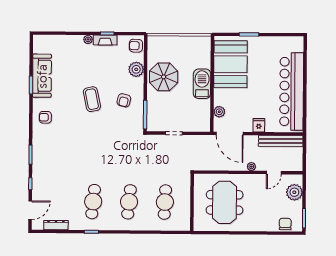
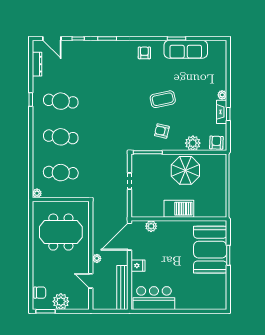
booth: (230, 64) -> (210, 250), moved, turned 90
bar counter: (292, 91) -> (154, 298), width x0.54
plant: (294, 192) -> (61, 301), moved
plant: (186, 226) -> (37, 193), added

